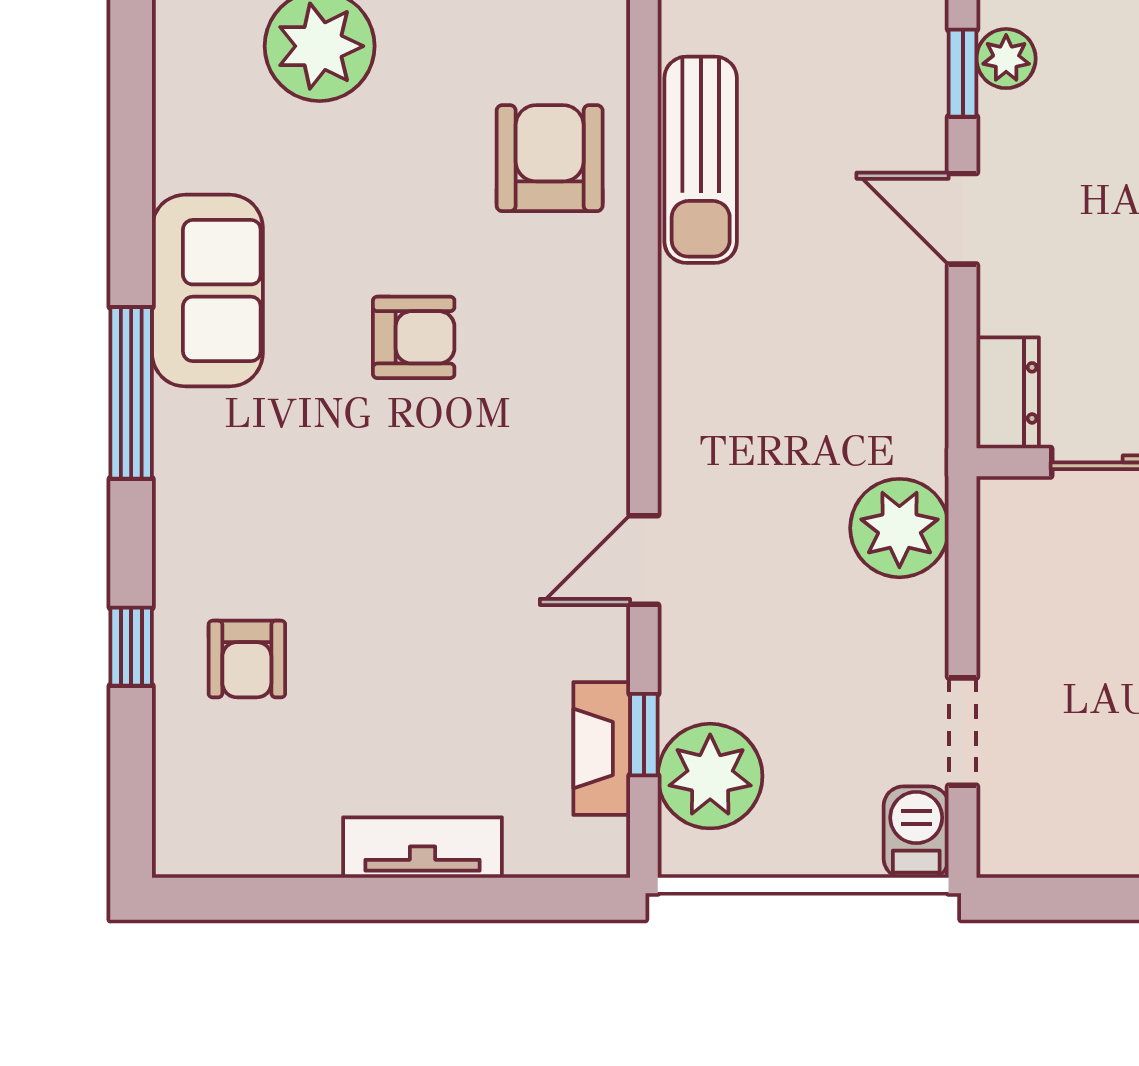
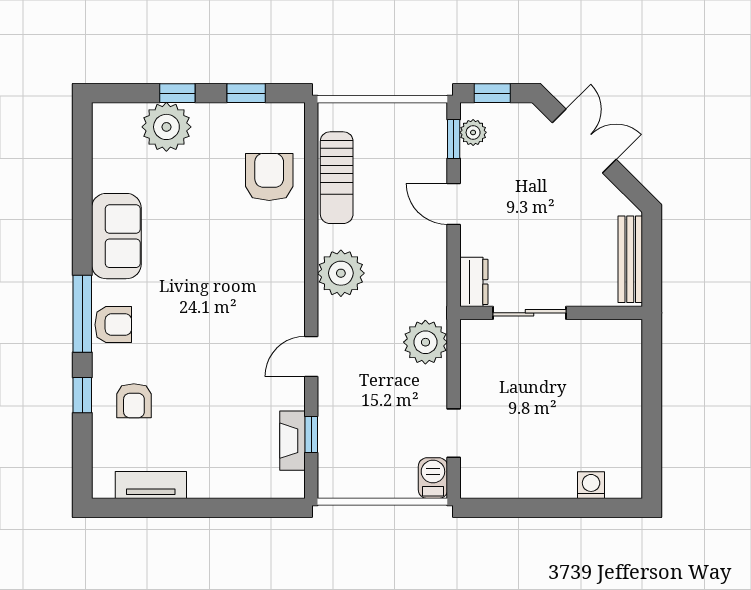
armchair: (414, 337) -> (113, 325), moved
window: (131, 393) -> (82, 314), moved
plant: (710, 776) -> (341, 273), moved
tv unit: (423, 848) -> (151, 485), moved

